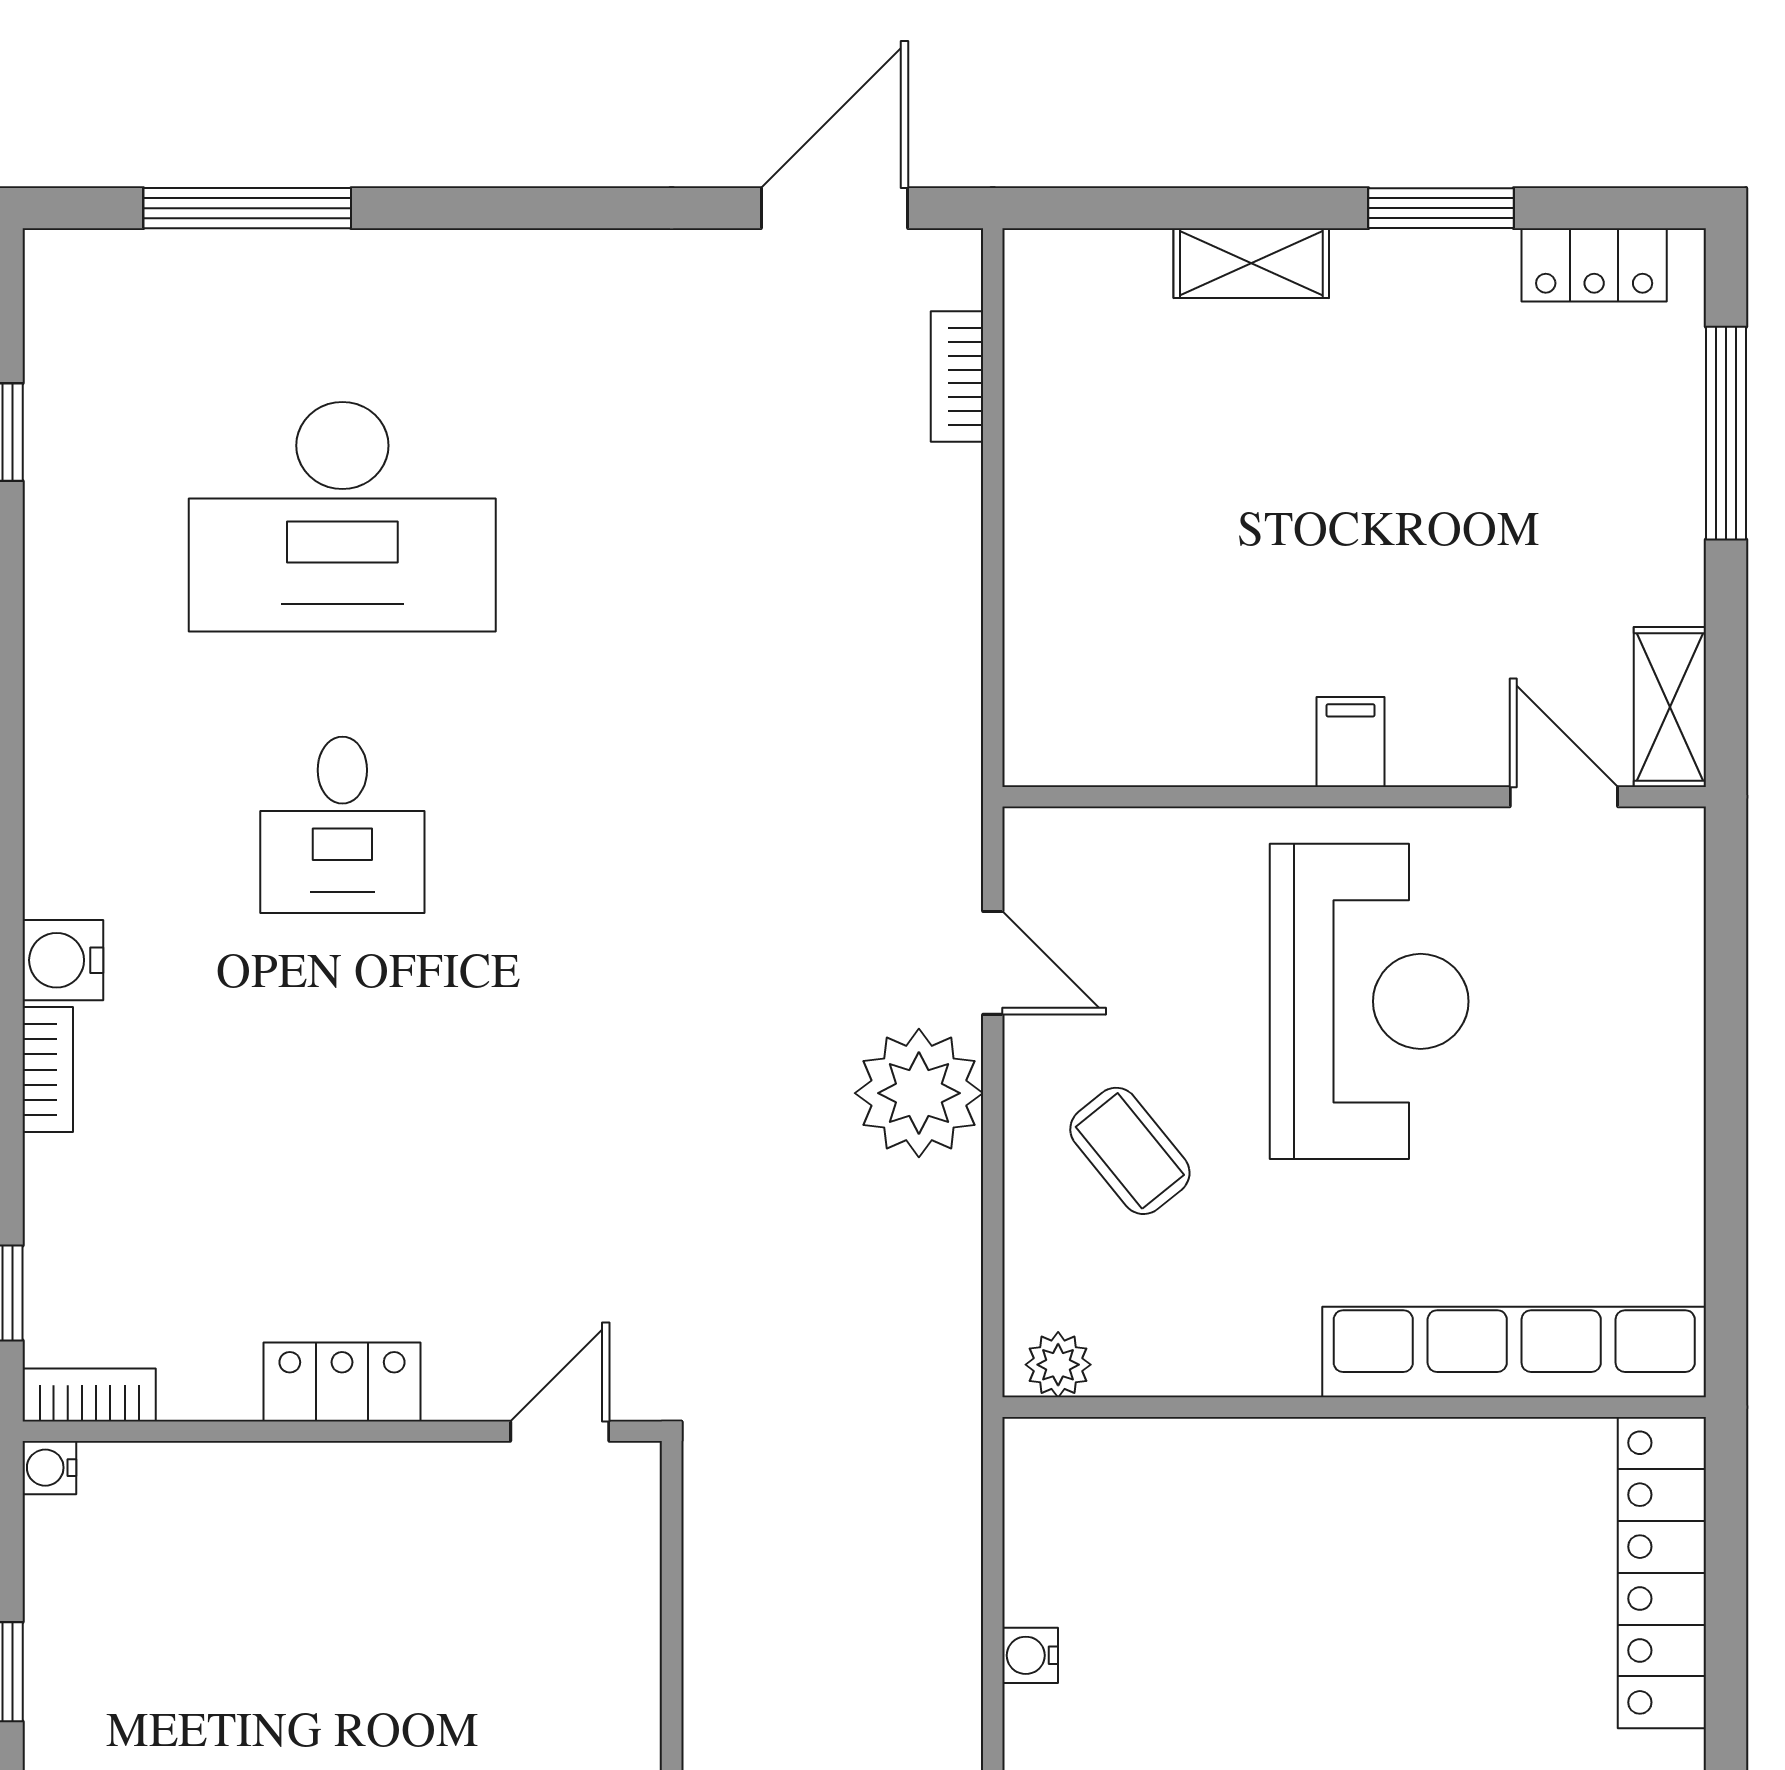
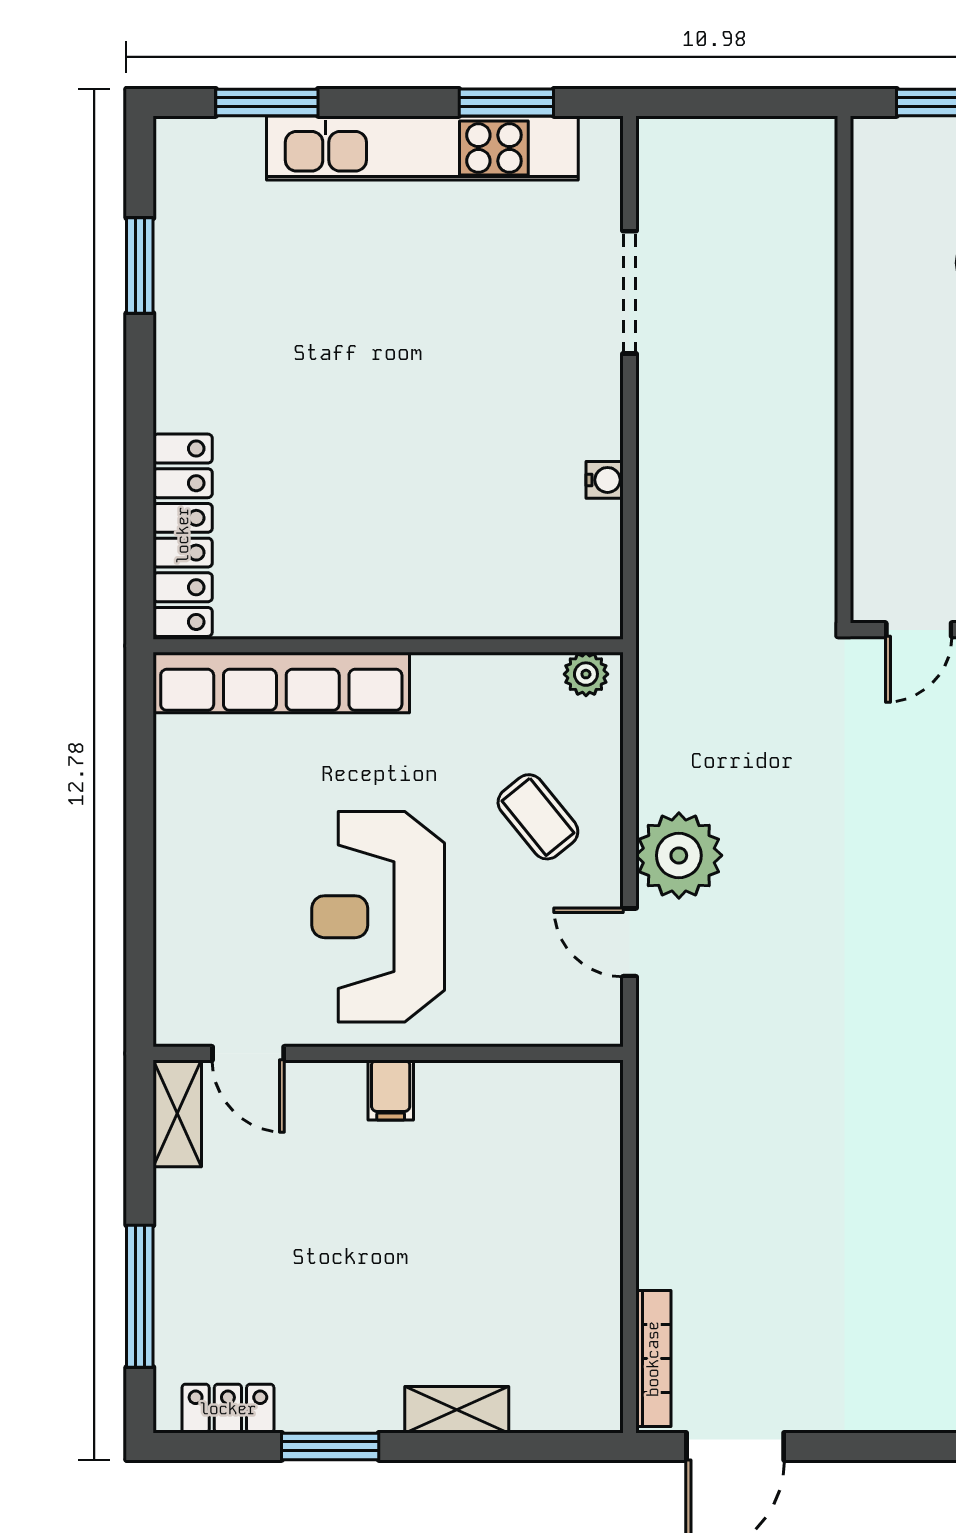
bookcase: (957, 377) -> (653, 1359), width x1.56

